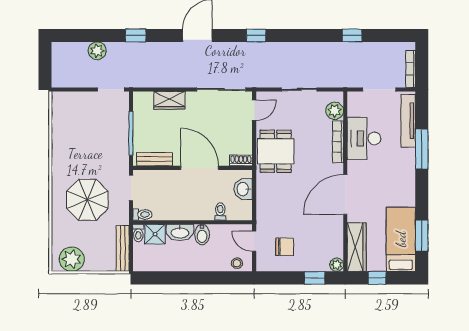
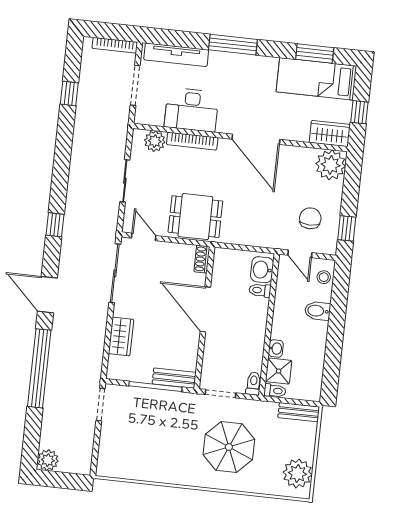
window: (136, 35) -> (39, 368), width x3.17
window: (352, 35) -> (69, 94), moved
plant: (97, 51) -> (48, 460), moved
window: (422, 149) -> (233, 45), moved
bench: (155, 159) -> (174, 378), moved, turned 90
door: (200, 168) -> (205, 309), hinge flipped
washbasin: (243, 189) -> (262, 270), moved, turned 90
washbasin: (180, 232) -> (276, 349), width x0.52, depth x0.69
bidet: (202, 235) -> (317, 311), moved, turned 180
door: (254, 241) -> (300, 254), hinge flipped
wardrobe: (357, 247) -> (330, 134), width x0.67
bench: (123, 249) -> (299, 412), width x0.73
plant: (337, 265) -> (331, 165), width x1.88, depth x1.88
window: (315, 278) -> (347, 228), moved

